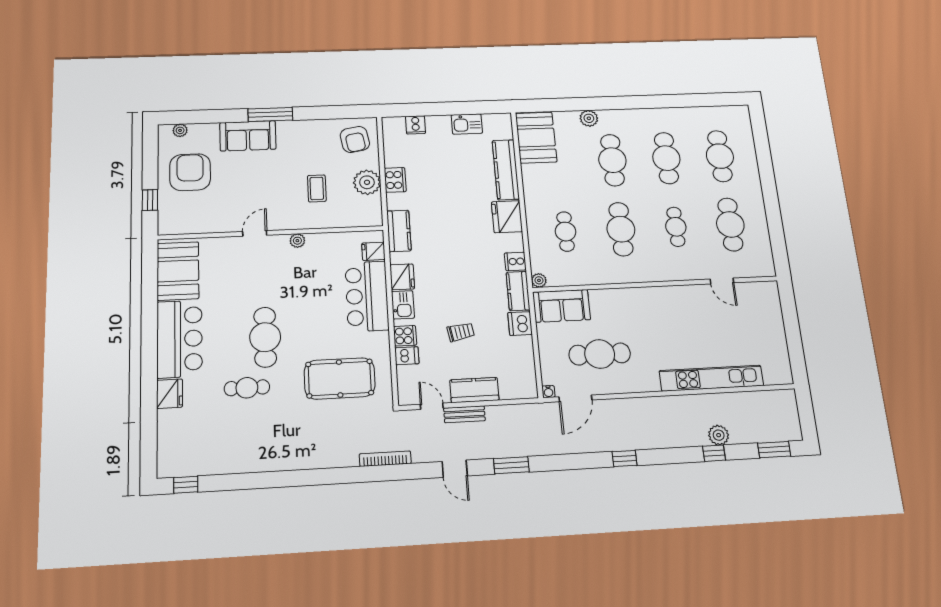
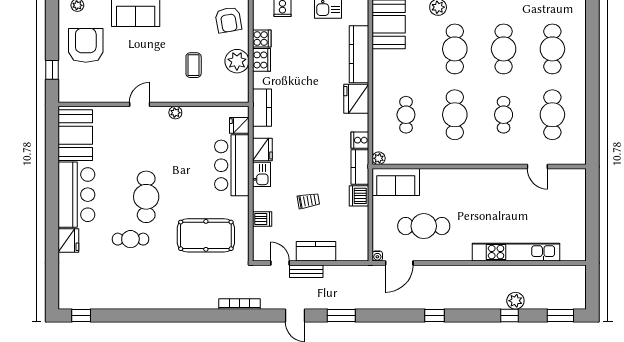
cooker: (405, 336) -> (262, 39), moved

